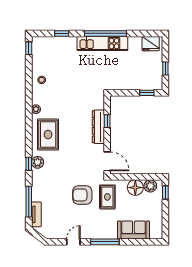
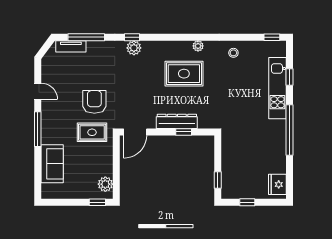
kitchen unit: (102, 43) -> (277, 88), moved
rug: (48, 135) -> (184, 74), moved
floor lamp: (135, 188) -> (103, 166), removed

